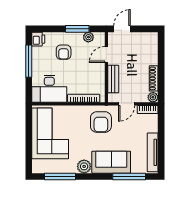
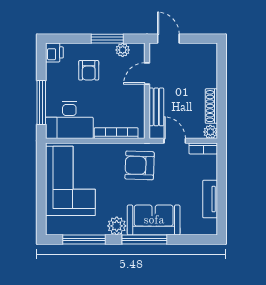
door: (122, 29) -> (168, 39), hinge flipped
window: (29, 61) -> (41, 103), moved
door: (127, 104) -> (175, 141), swing flipped
armchair: (101, 122) -> (140, 165), turned 92
tv unit: (153, 152) -> (210, 199), width x0.71
window: (129, 176) -> (144, 240), moved

